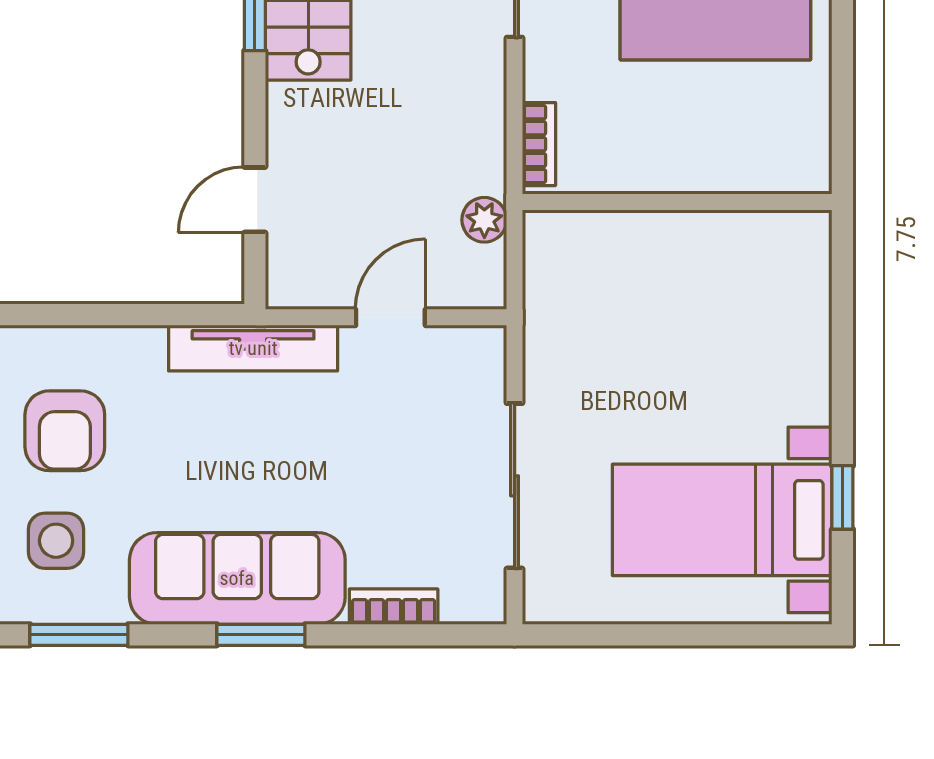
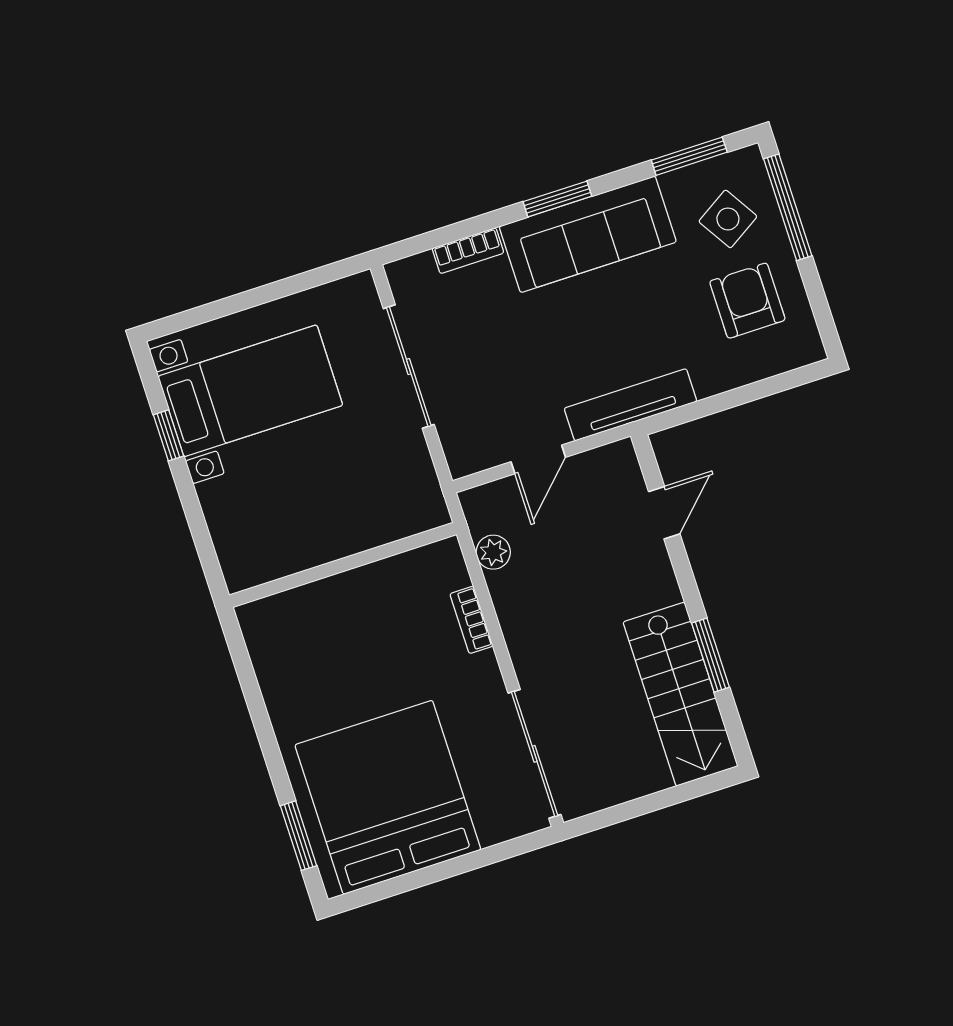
wall: (677, 202) -> (343, 565), moved
side table: (56, 541) -> (728, 219), turned -32

